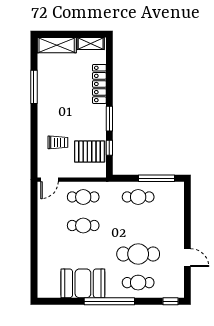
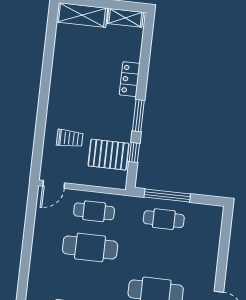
locker: (99, 84) -> (130, 79), width x0.66
window: (34, 87) -> (47, 65), removed
window: (157, 178) -> (167, 195), moved
cafe table: (83, 225) -> (90, 247), width x1.37, depth x1.35

